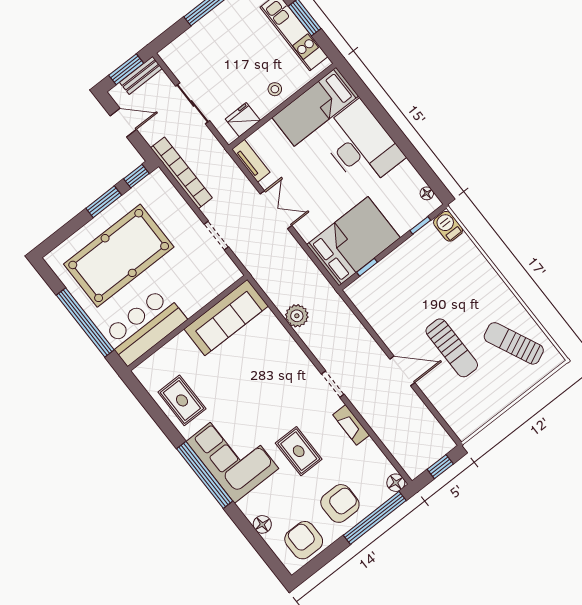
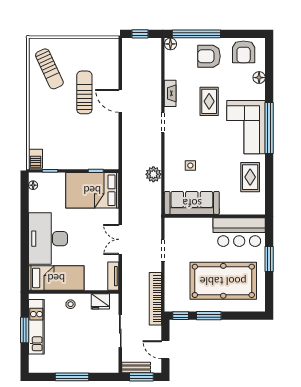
window: (85, 323) -> (269, 259), width x0.47
side table: (262, 360) -> (190, 165), added

